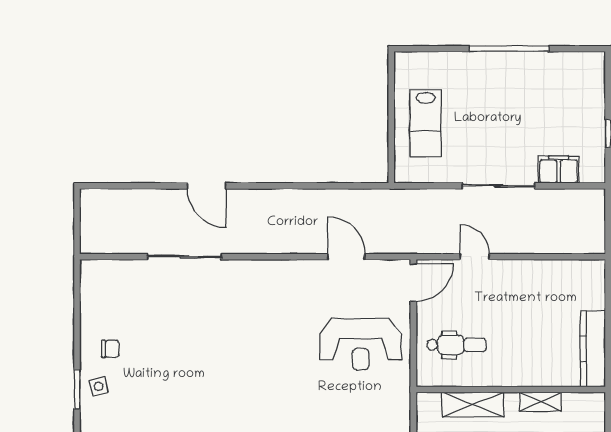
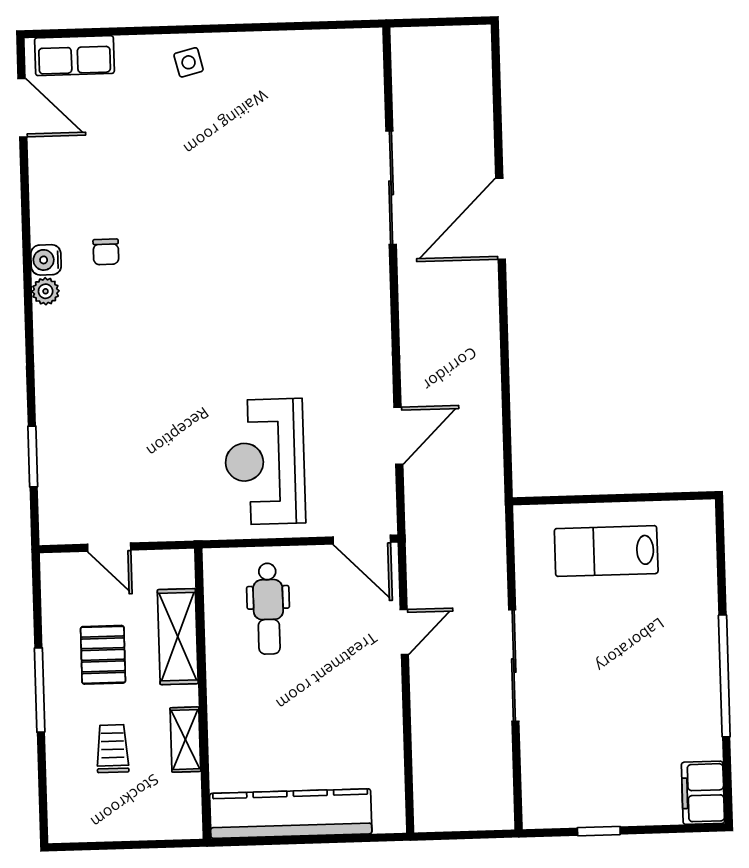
filing cabinet: (559, 170) -> (703, 793), moved, turned 180
door: (207, 186) -> (500, 219), width x1.36
chair: (110, 349) -> (247, 79), removed
kitchen counter: (593, 349) -> (291, 814), width x1.39, depth x1.17
window: (77, 389) -> (183, 29), removed

